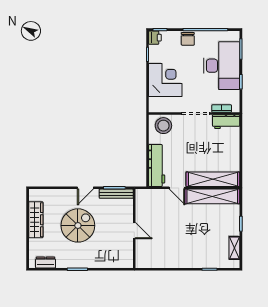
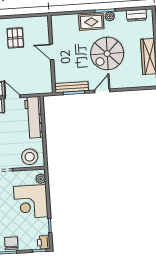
plant: (154, 103) -> (41, 179), added
pallet: (170, 247) -> (15, 38), added
rug: (92, 259) -> (91, 22), added
plant: (73, 263) -> (110, 16), added

